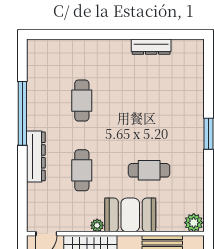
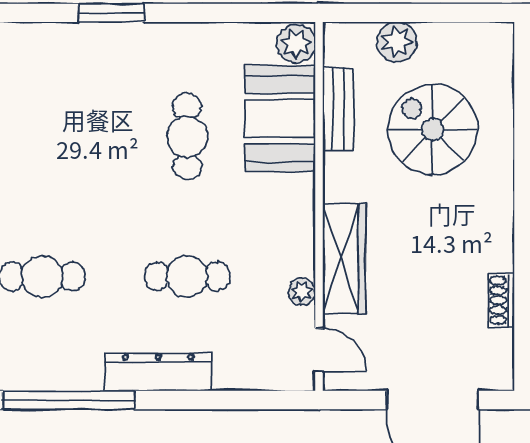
booth: (130, 215) -> (280, 118), moved
plant: (97, 225) -> (302, 292), moved

